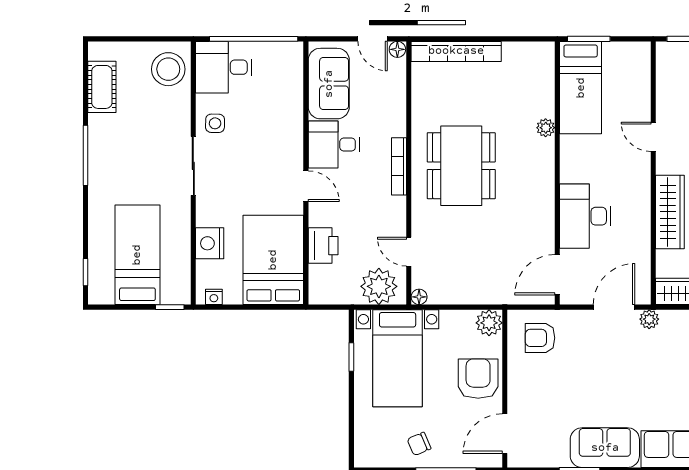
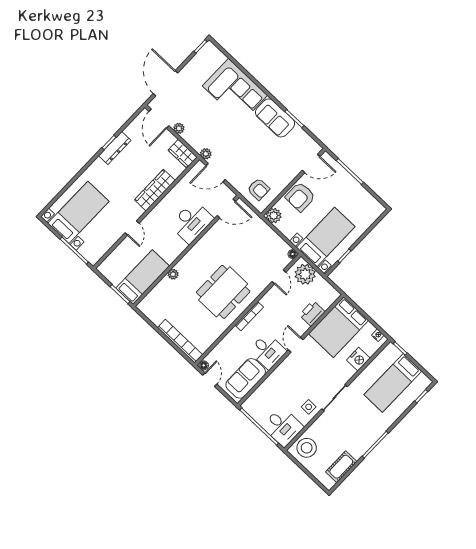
chair: (419, 444) -> (351, 193), removed

